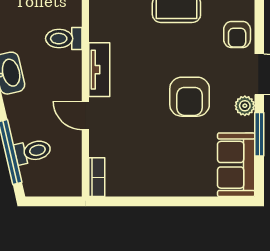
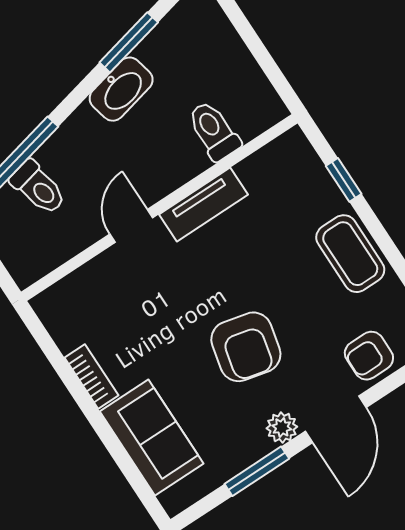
armchair: (190, 97) -> (246, 347), turned -77
sofa: (236, 165) -> (152, 437), moved, turned 90
bookcase: (97, 177) -> (91, 376), moved, turned -90

